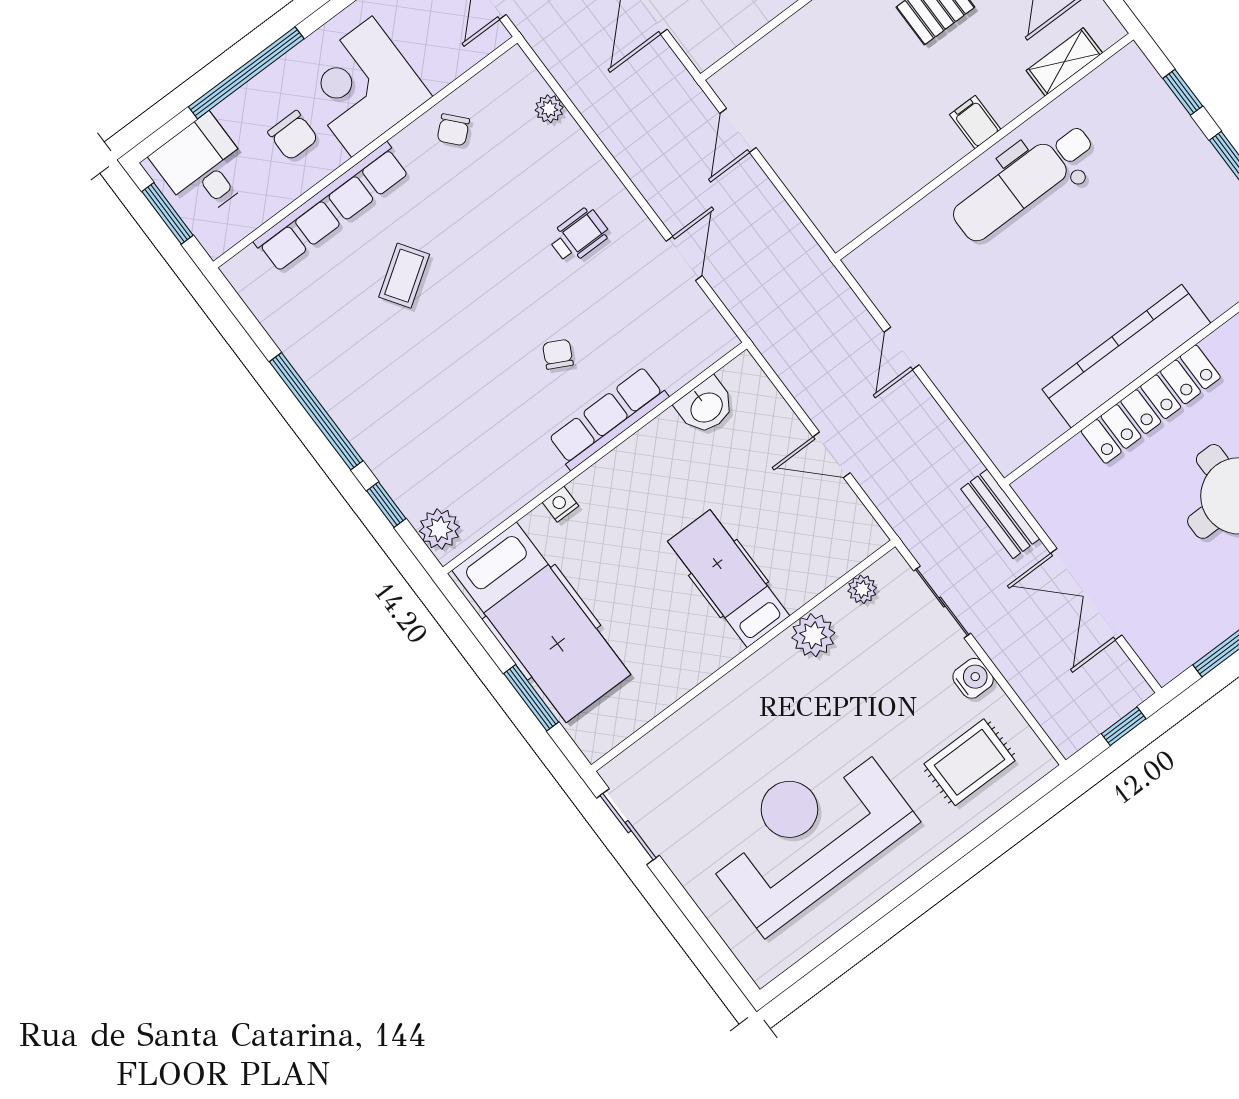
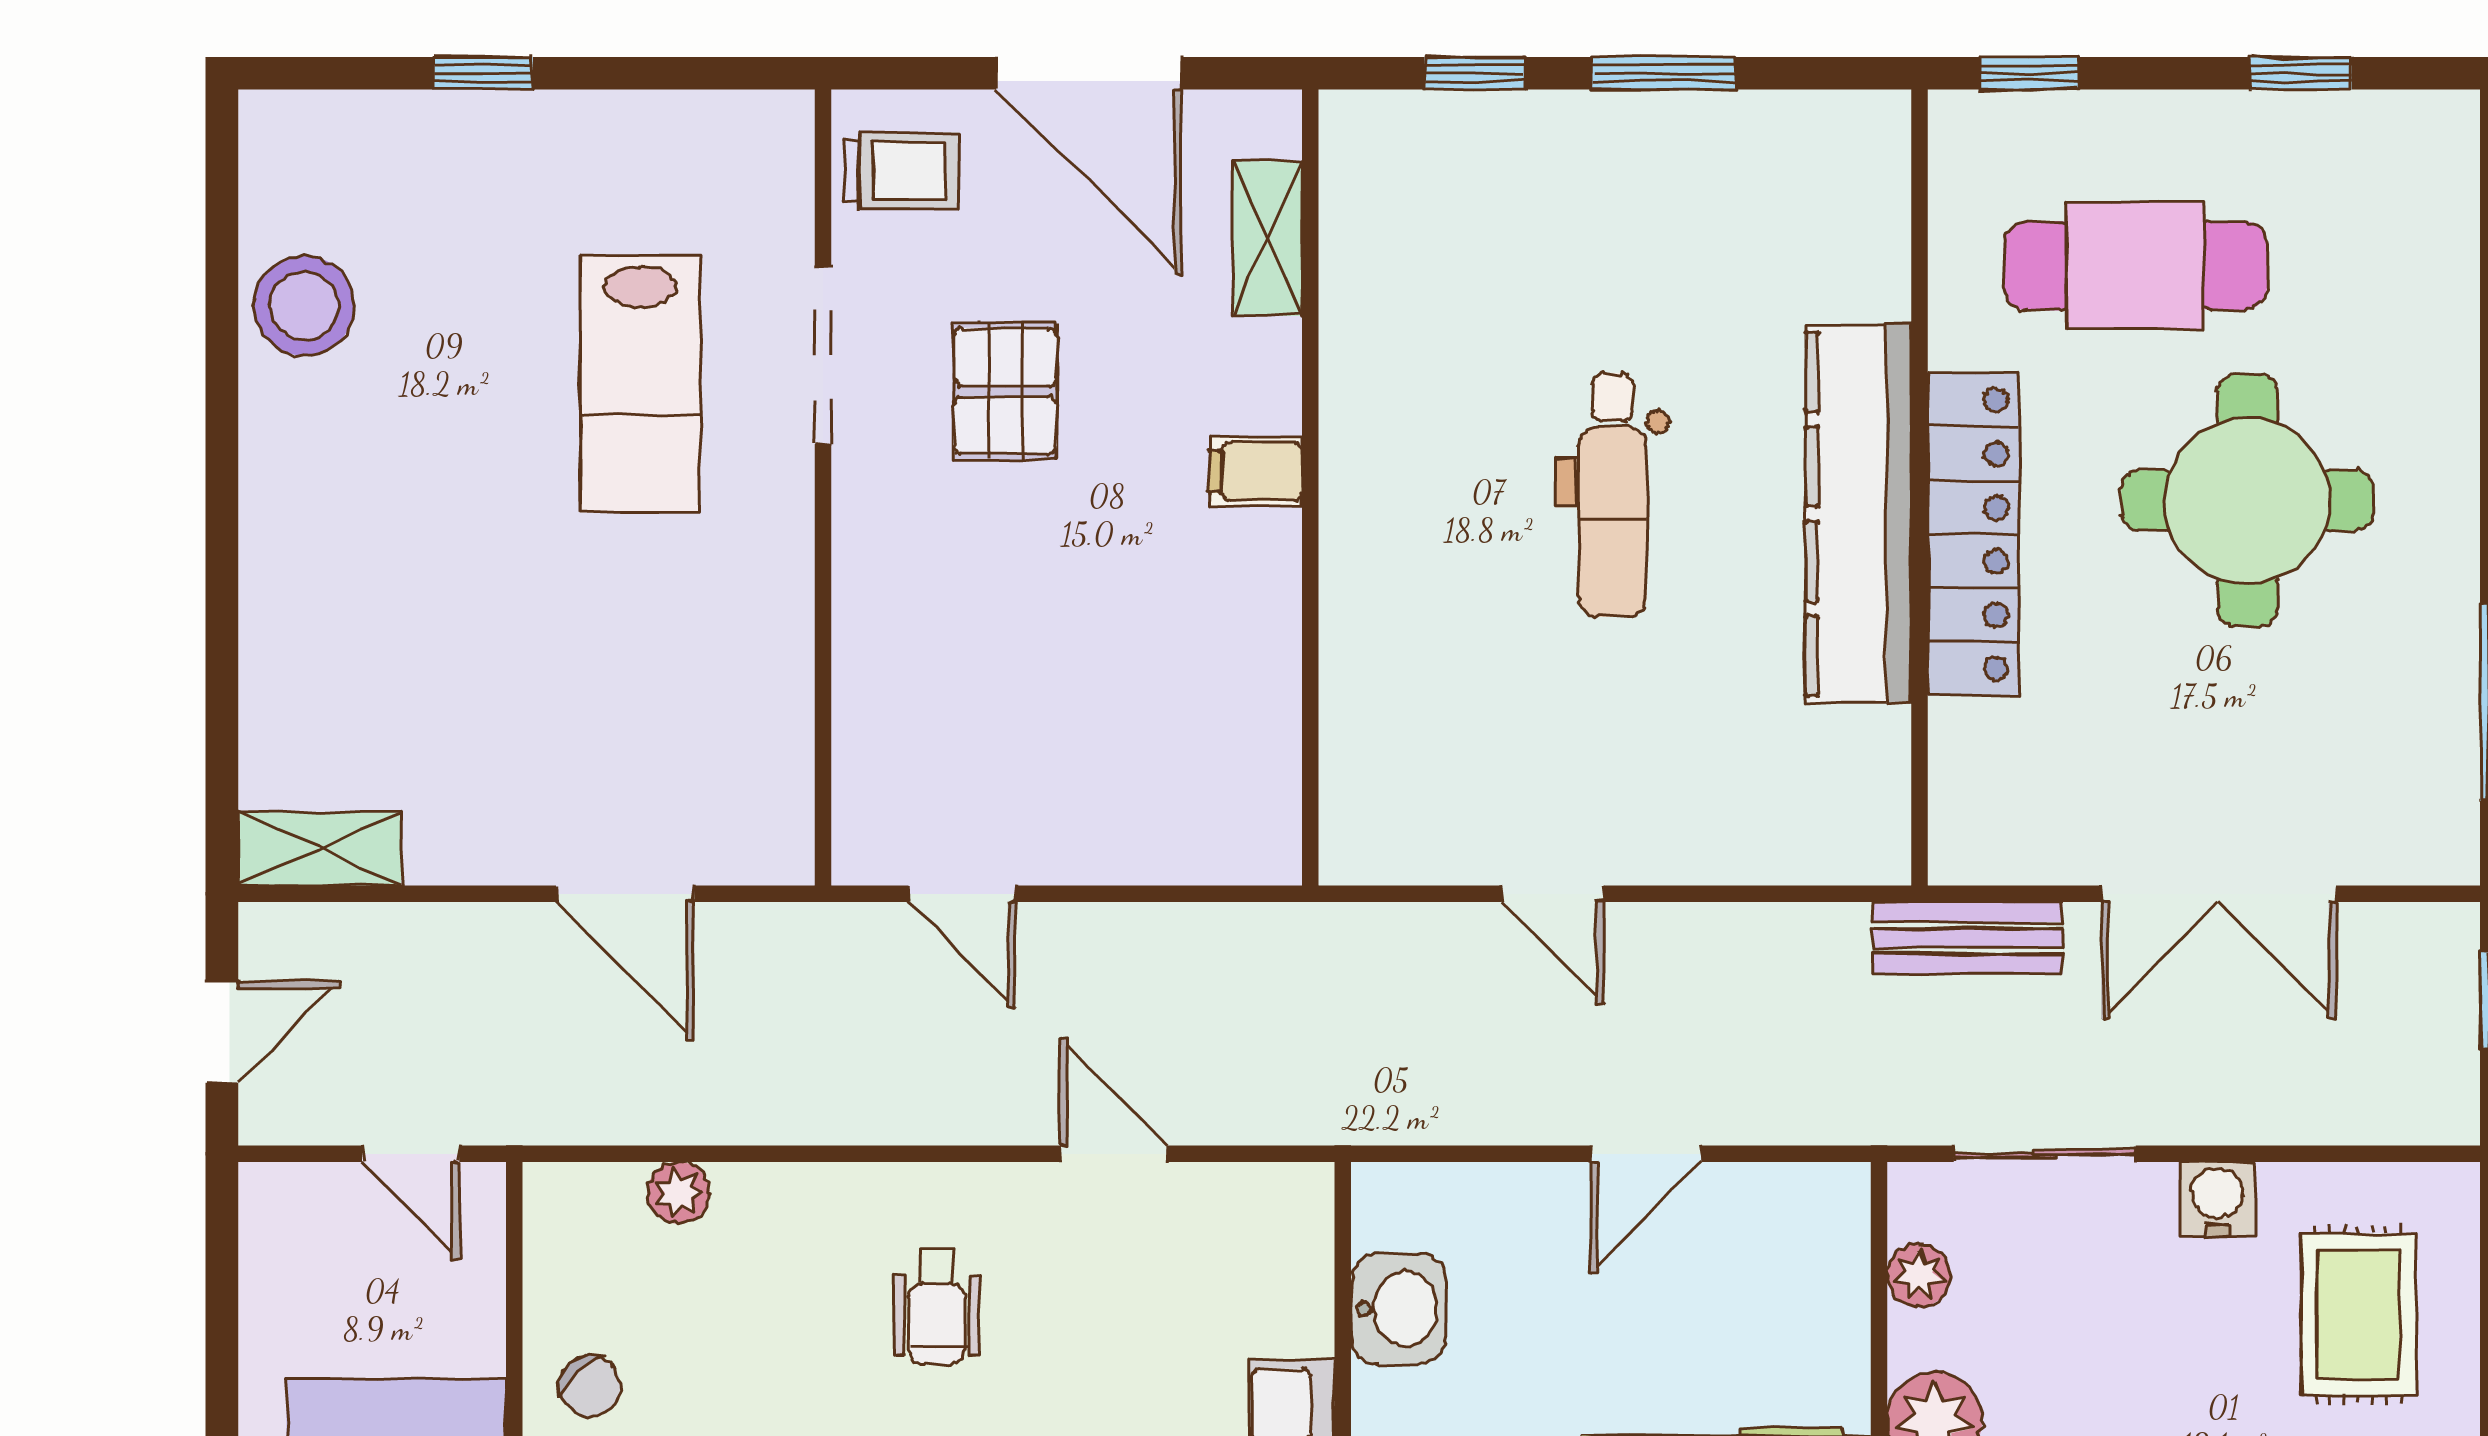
dental chair: (1024, 182) -> (1613, 495), moved, width x0.73, depth x0.72
wheelchair: (579, 236) -> (937, 1306), turned 180

